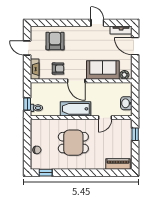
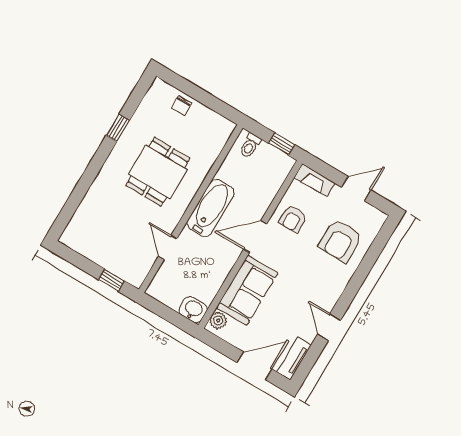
door: (97, 23) -> (329, 327), swing flipped
armchair: (55, 41) -> (340, 241), turned 90
washbasin: (126, 103) -> (193, 310), moved
window: (27, 104) -> (282, 144), moved
piano: (118, 164) -> (80, 223), removed
window: (46, 173) -> (118, 128), moved

